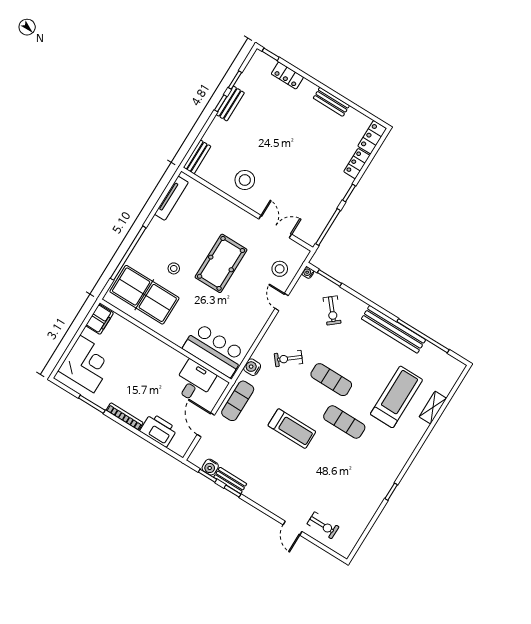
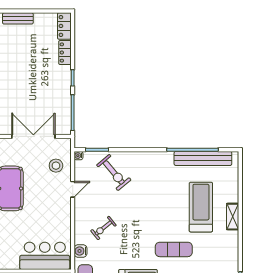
double door: (275, 227) -> (33, 136), width x1.37
door: (282, 302) -> (73, 189), swing flipped
exercise bike: (332, 310) -> (114, 172), width x1.38, depth x1.39
bench: (393, 329) -> (203, 158), moved
exercise mat: (331, 380) -> (145, 224), removed
shelving: (433, 408) -> (233, 217), moved

